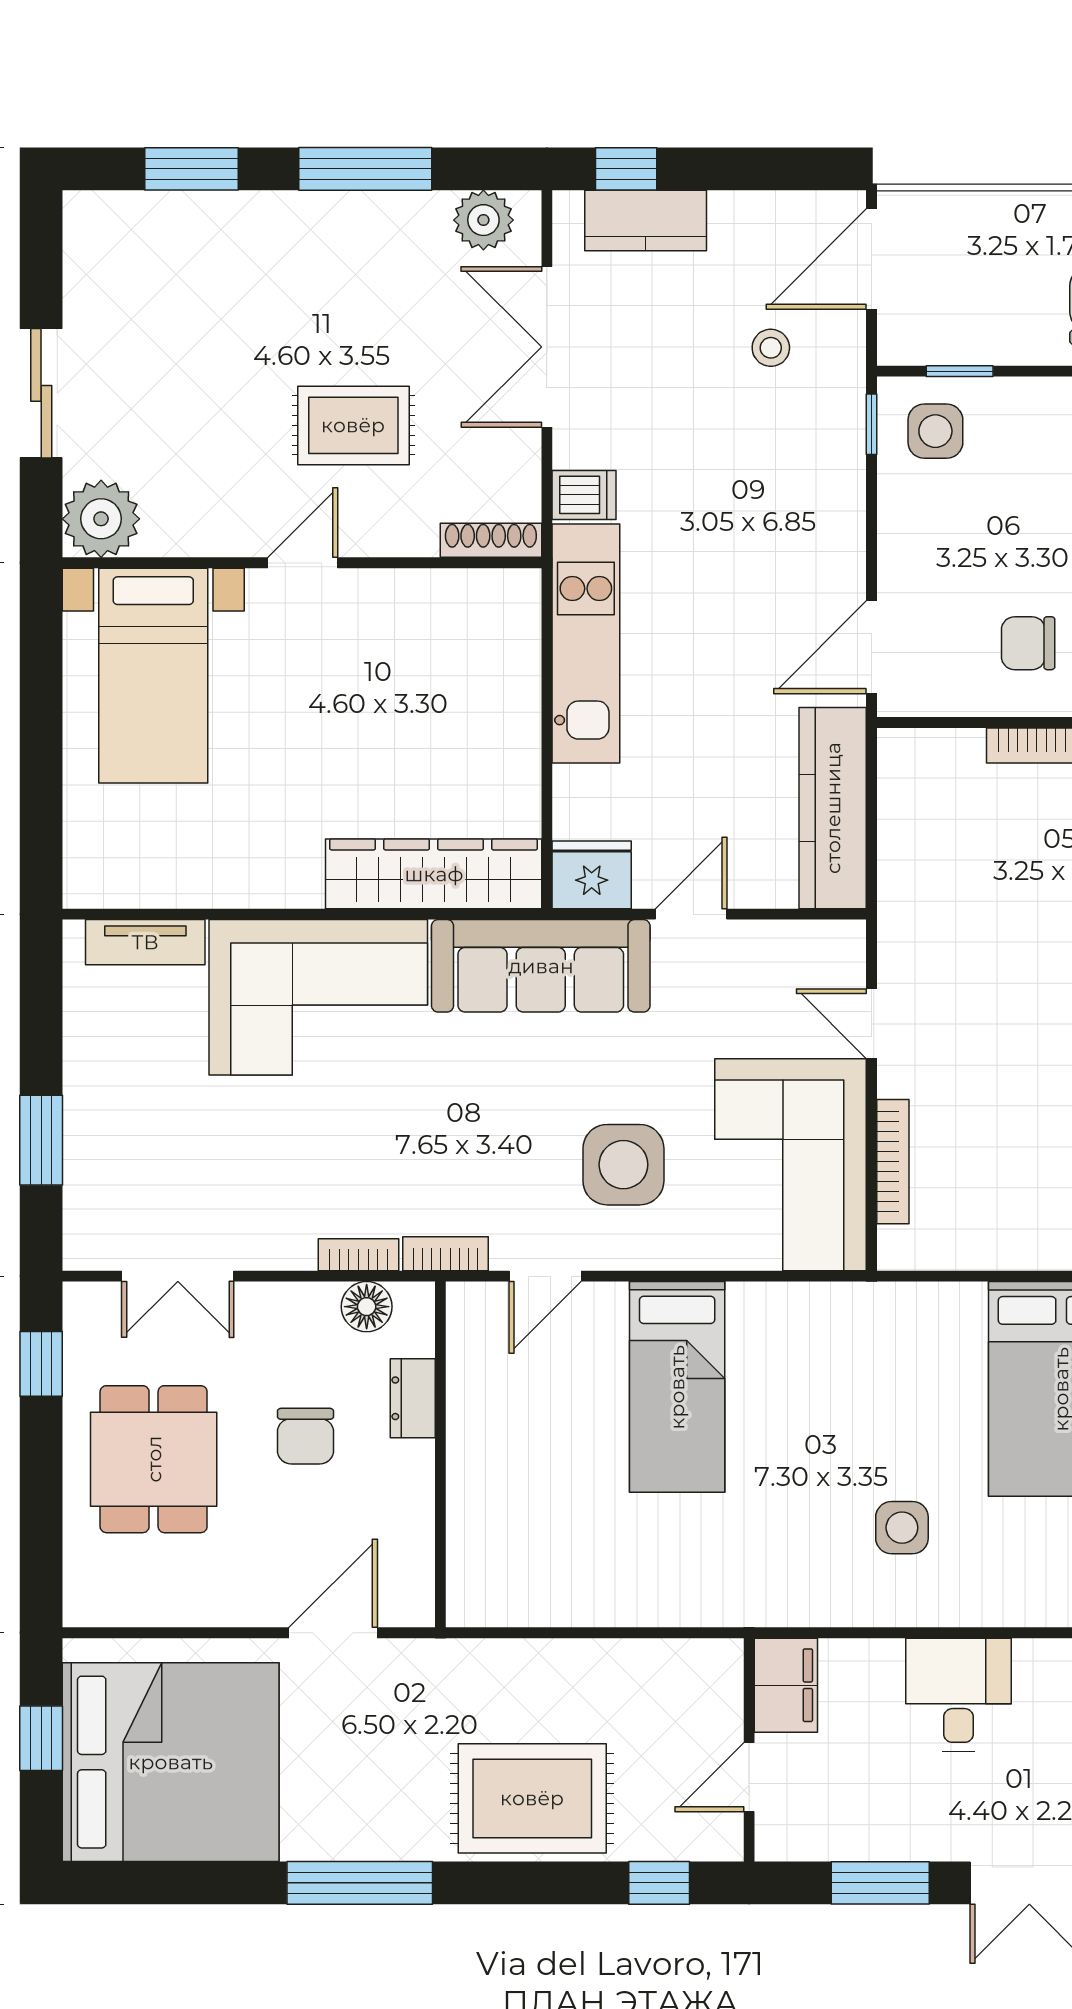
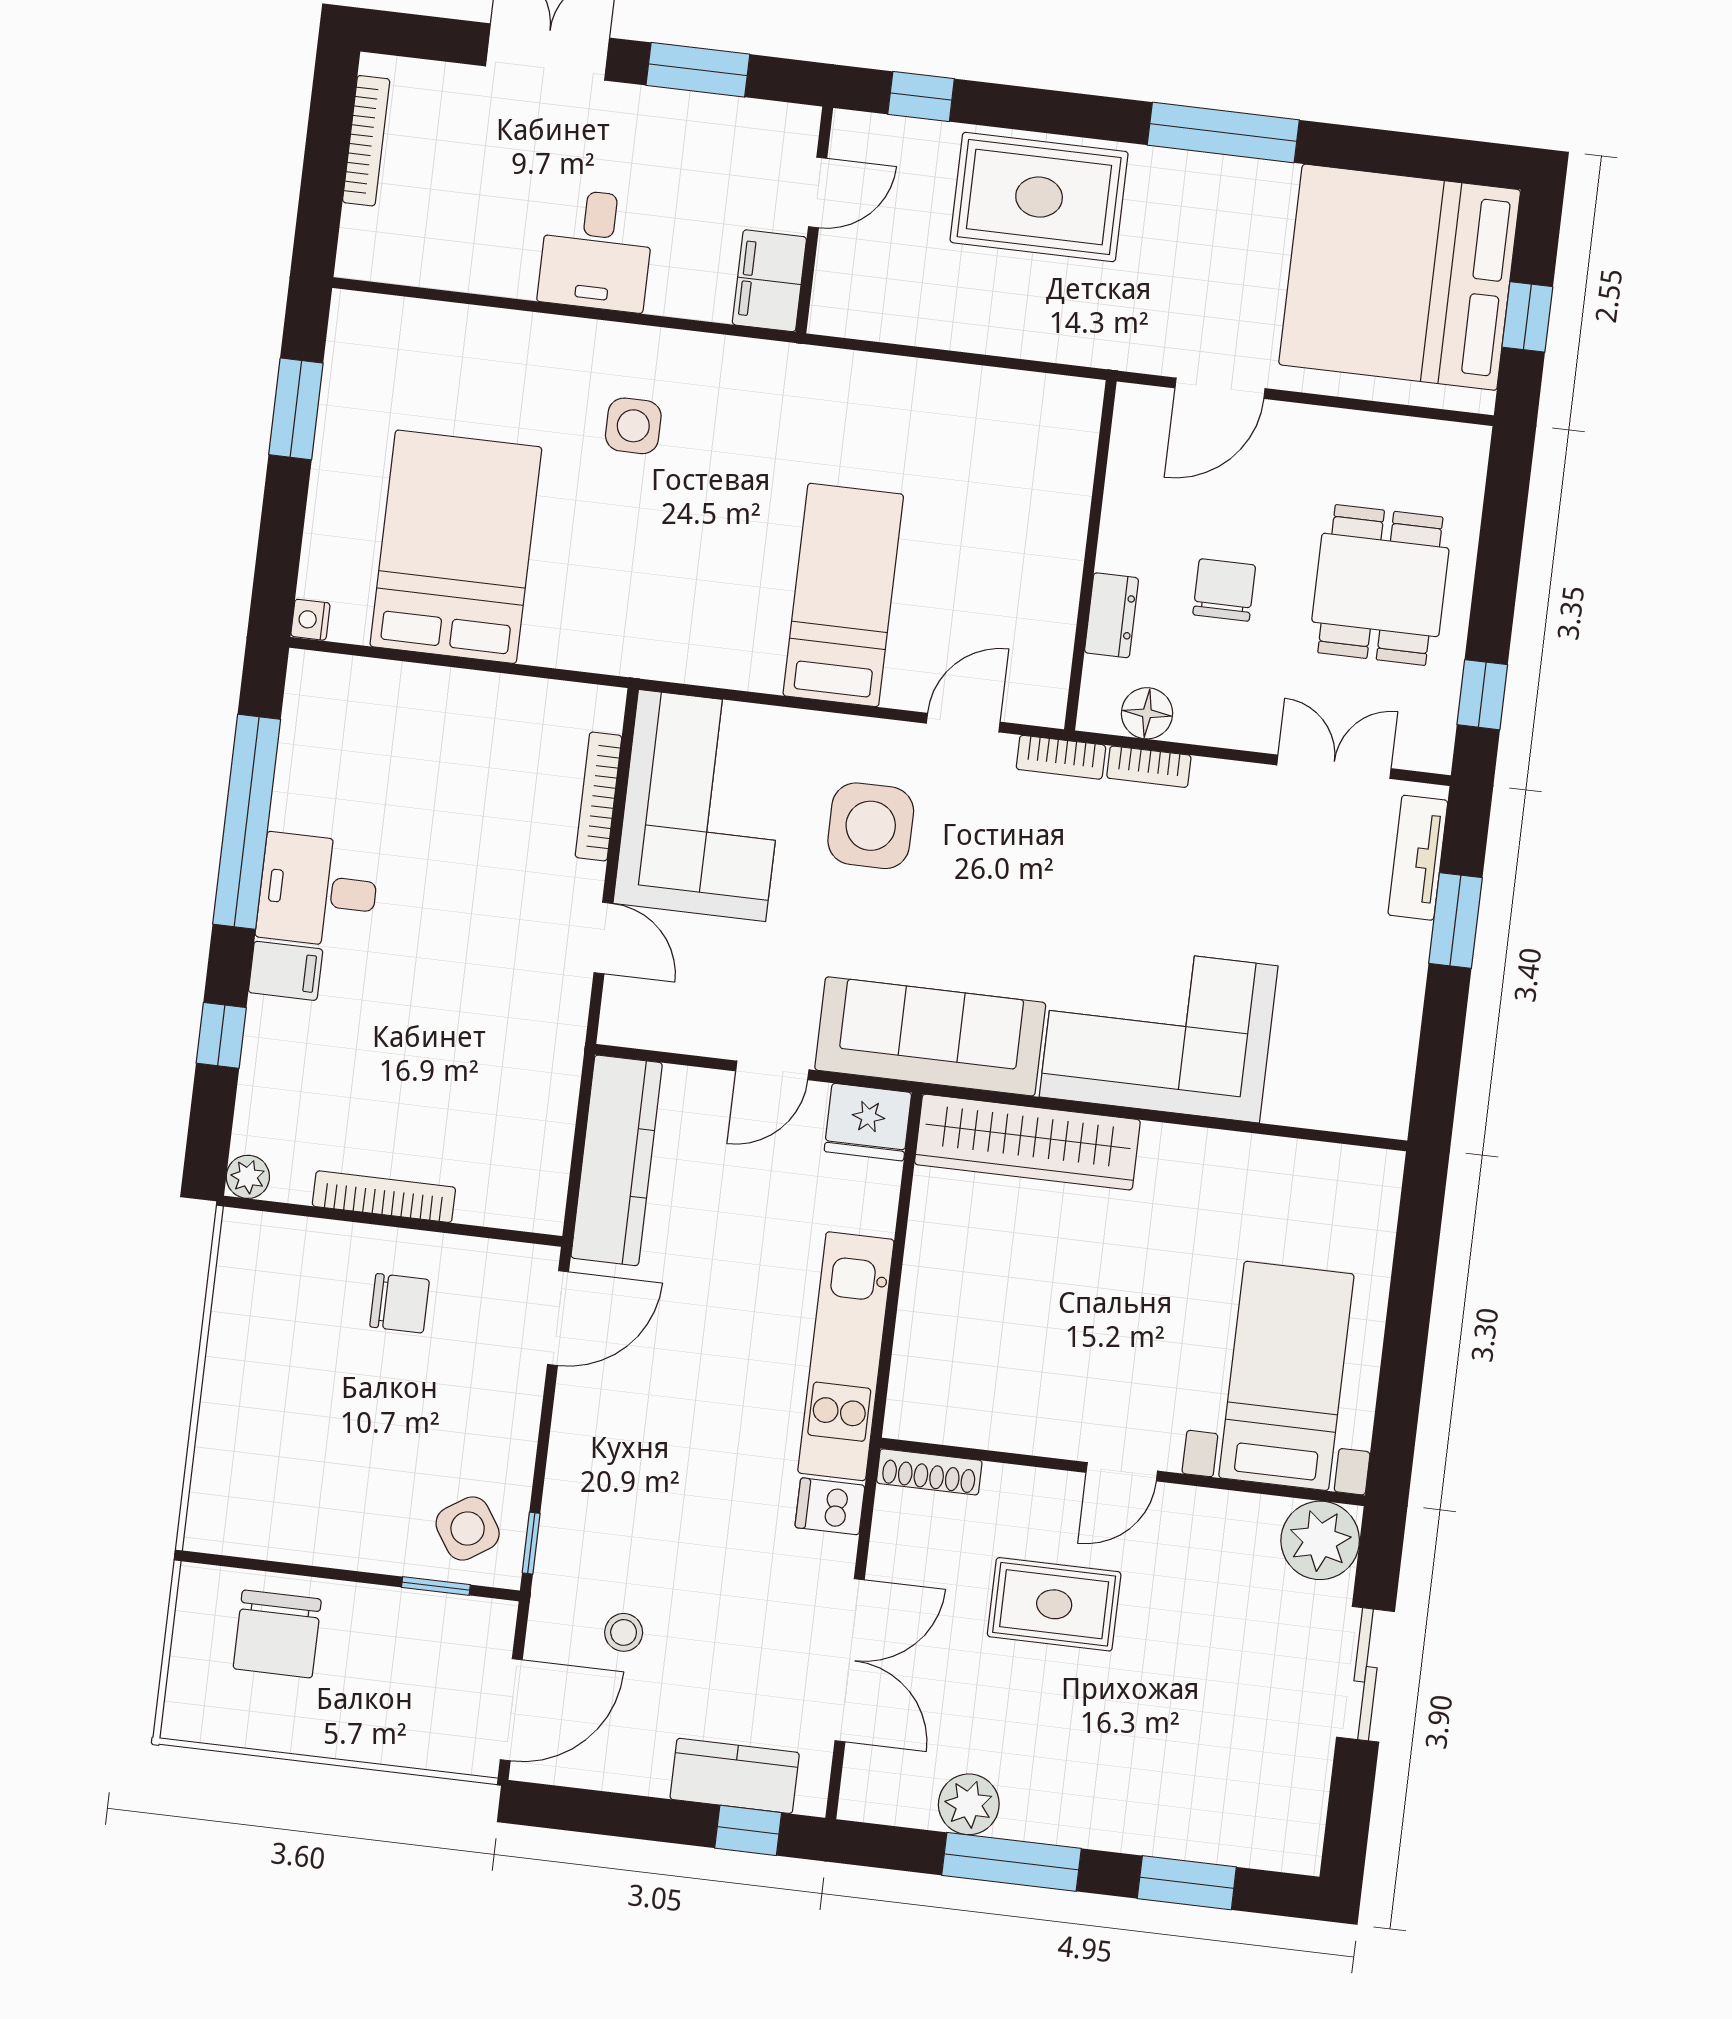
plant: (483, 220) -> (969, 1804), moved
side table: (935, 431) -> (468, 1528), turned -33
tv unit: (145, 942) -> (1418, 858), moved, turned -90

